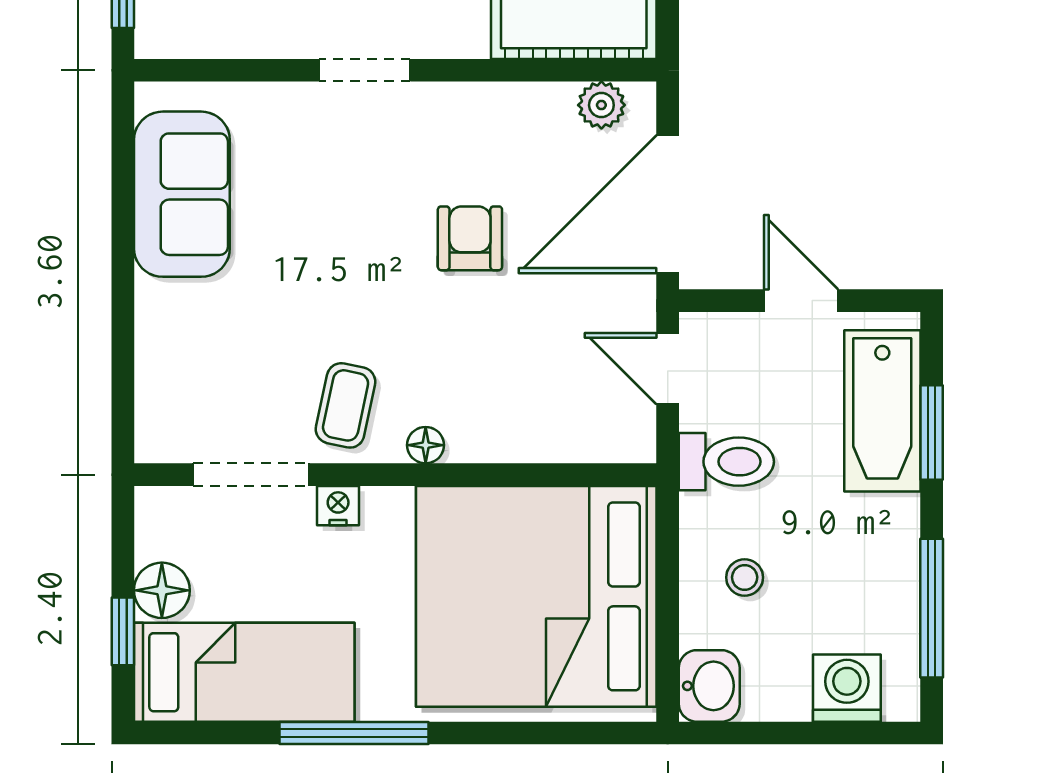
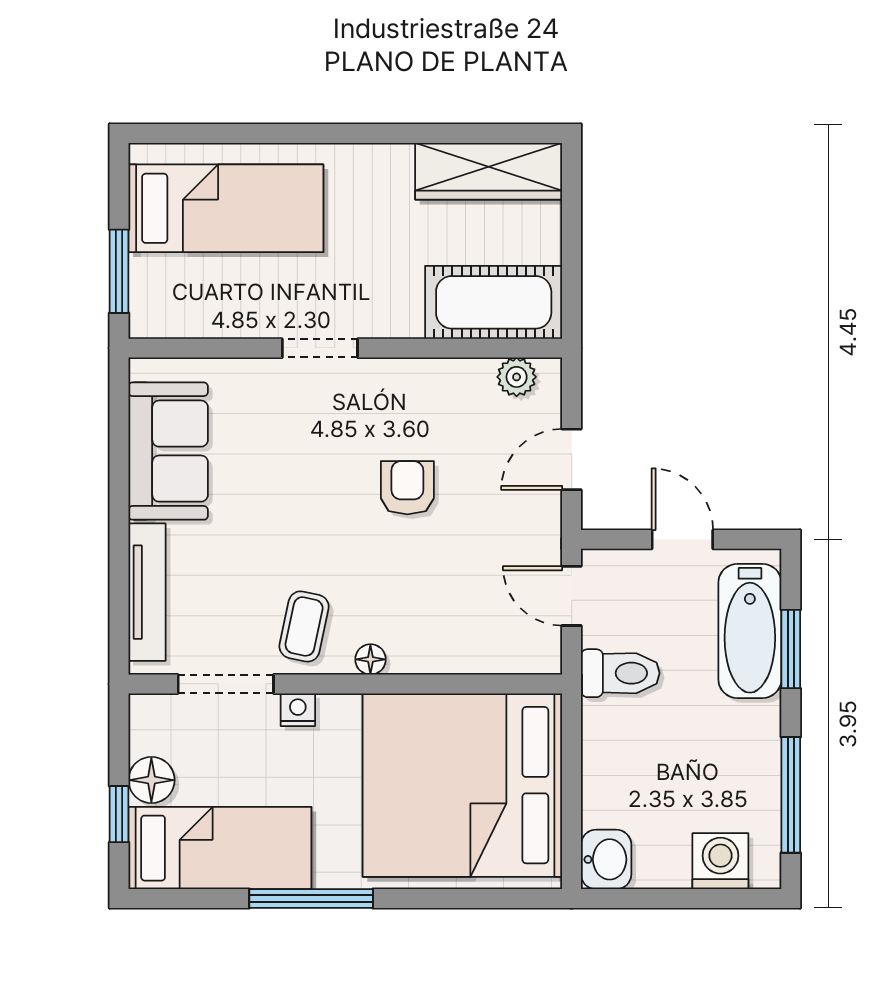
door: (668, 204) -> (572, 459), width x0.53
tv unit: (156, 364) -> (147, 592), added
stool: (745, 577) -> (636, 769), removed

